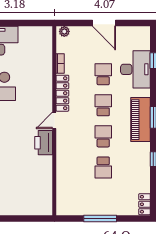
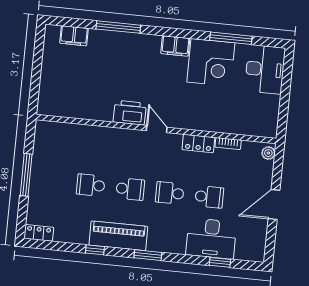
locker: (62, 93) -> (198, 143), width x0.66
school desk: (103, 105) -> (170, 193), turned 180
piano: (141, 120) -> (118, 236), moved

